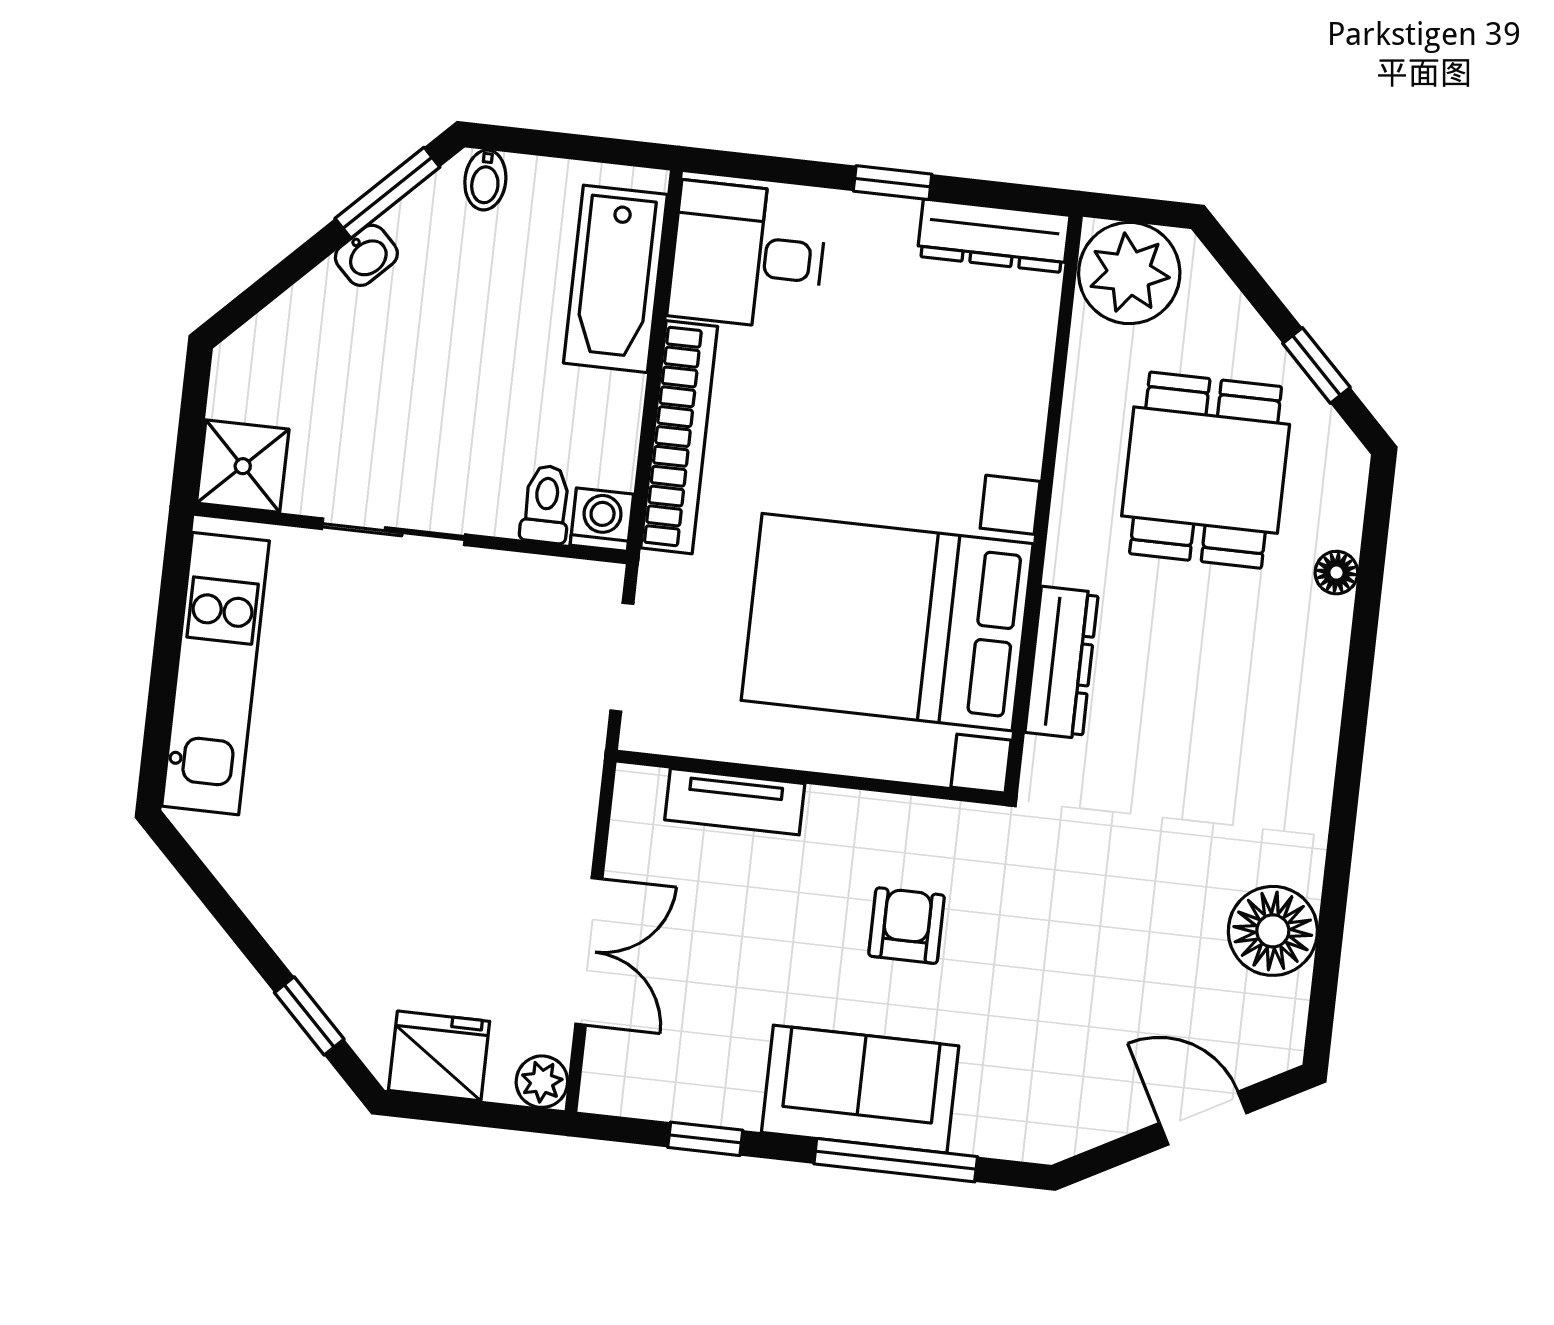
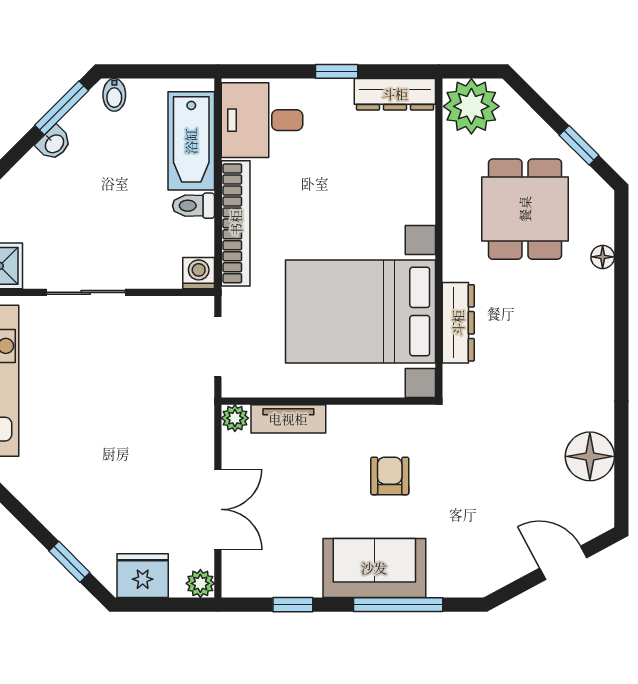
toilet: (546, 504) -> (194, 206), moved, turned -90
plant: (638, 790) -> (235, 418), added

